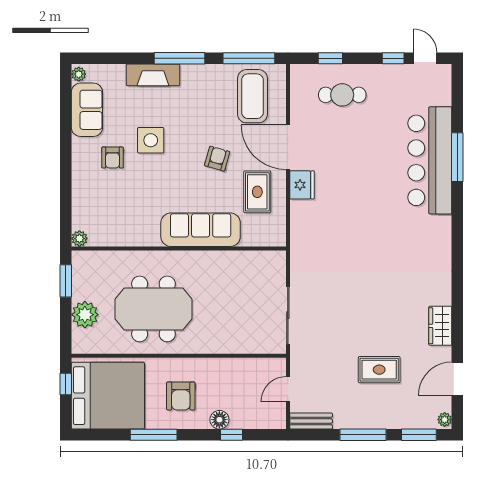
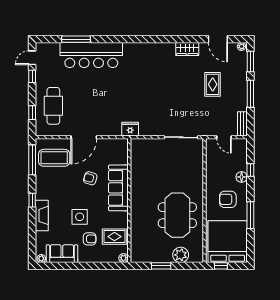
window: (179, 58) -> (32, 200), width x0.46
cafe table: (342, 95) -> (53, 106), width x1.37, depth x1.35
window: (457, 157) -> (76, 39), moved
fridge: (302, 185) -> (130, 129), moved
rug: (257, 192) -> (114, 237), moved
sofa: (201, 230) -> (118, 188), moved
plant: (79, 239) -> (123, 258), moved
wall: (179, 248) -> (129, 201), moved
armchair: (181, 396) -> (228, 199), turned 180

